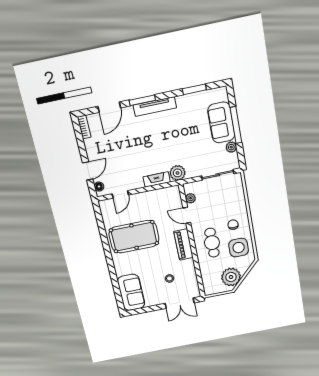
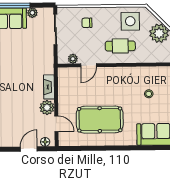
door: (88, 171) -> (29, 149), hinge flipped
plant: (178, 173) -> (47, 108), moved
chair: (233, 225) -> (87, 23), moved
pool table: (134, 237) -> (100, 120), turned 90
piano: (184, 244) -> (117, 74), removed

